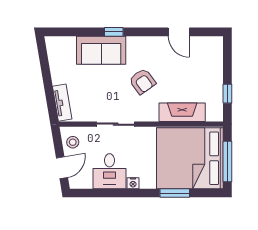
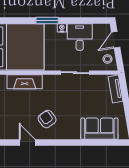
window: (114, 32) -> (76, 143), removed
sofa: (101, 50) -> (99, 129), moved
armchair: (142, 81) -> (47, 119), moved
window: (175, 193) -> (47, 21), moved

